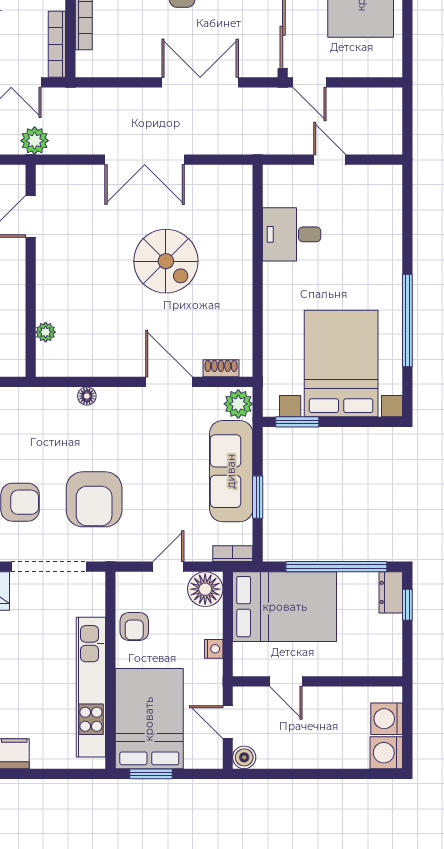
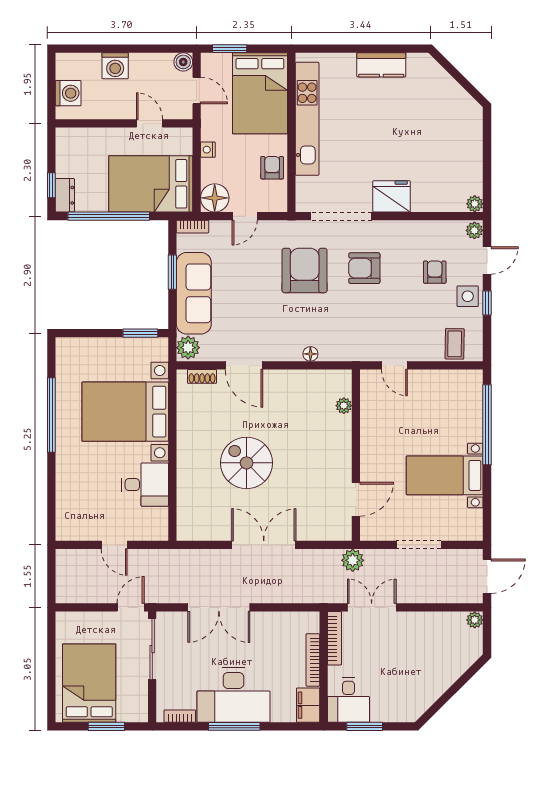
door: (309, 82) -> (131, 607), hinge flipped
bed with nightstands: (341, 363) -> (125, 412), moved, turned 90
washing machine: (386, 753) -> (115, 66), moved, turned 90
window: (151, 774) -> (230, 49), moved

